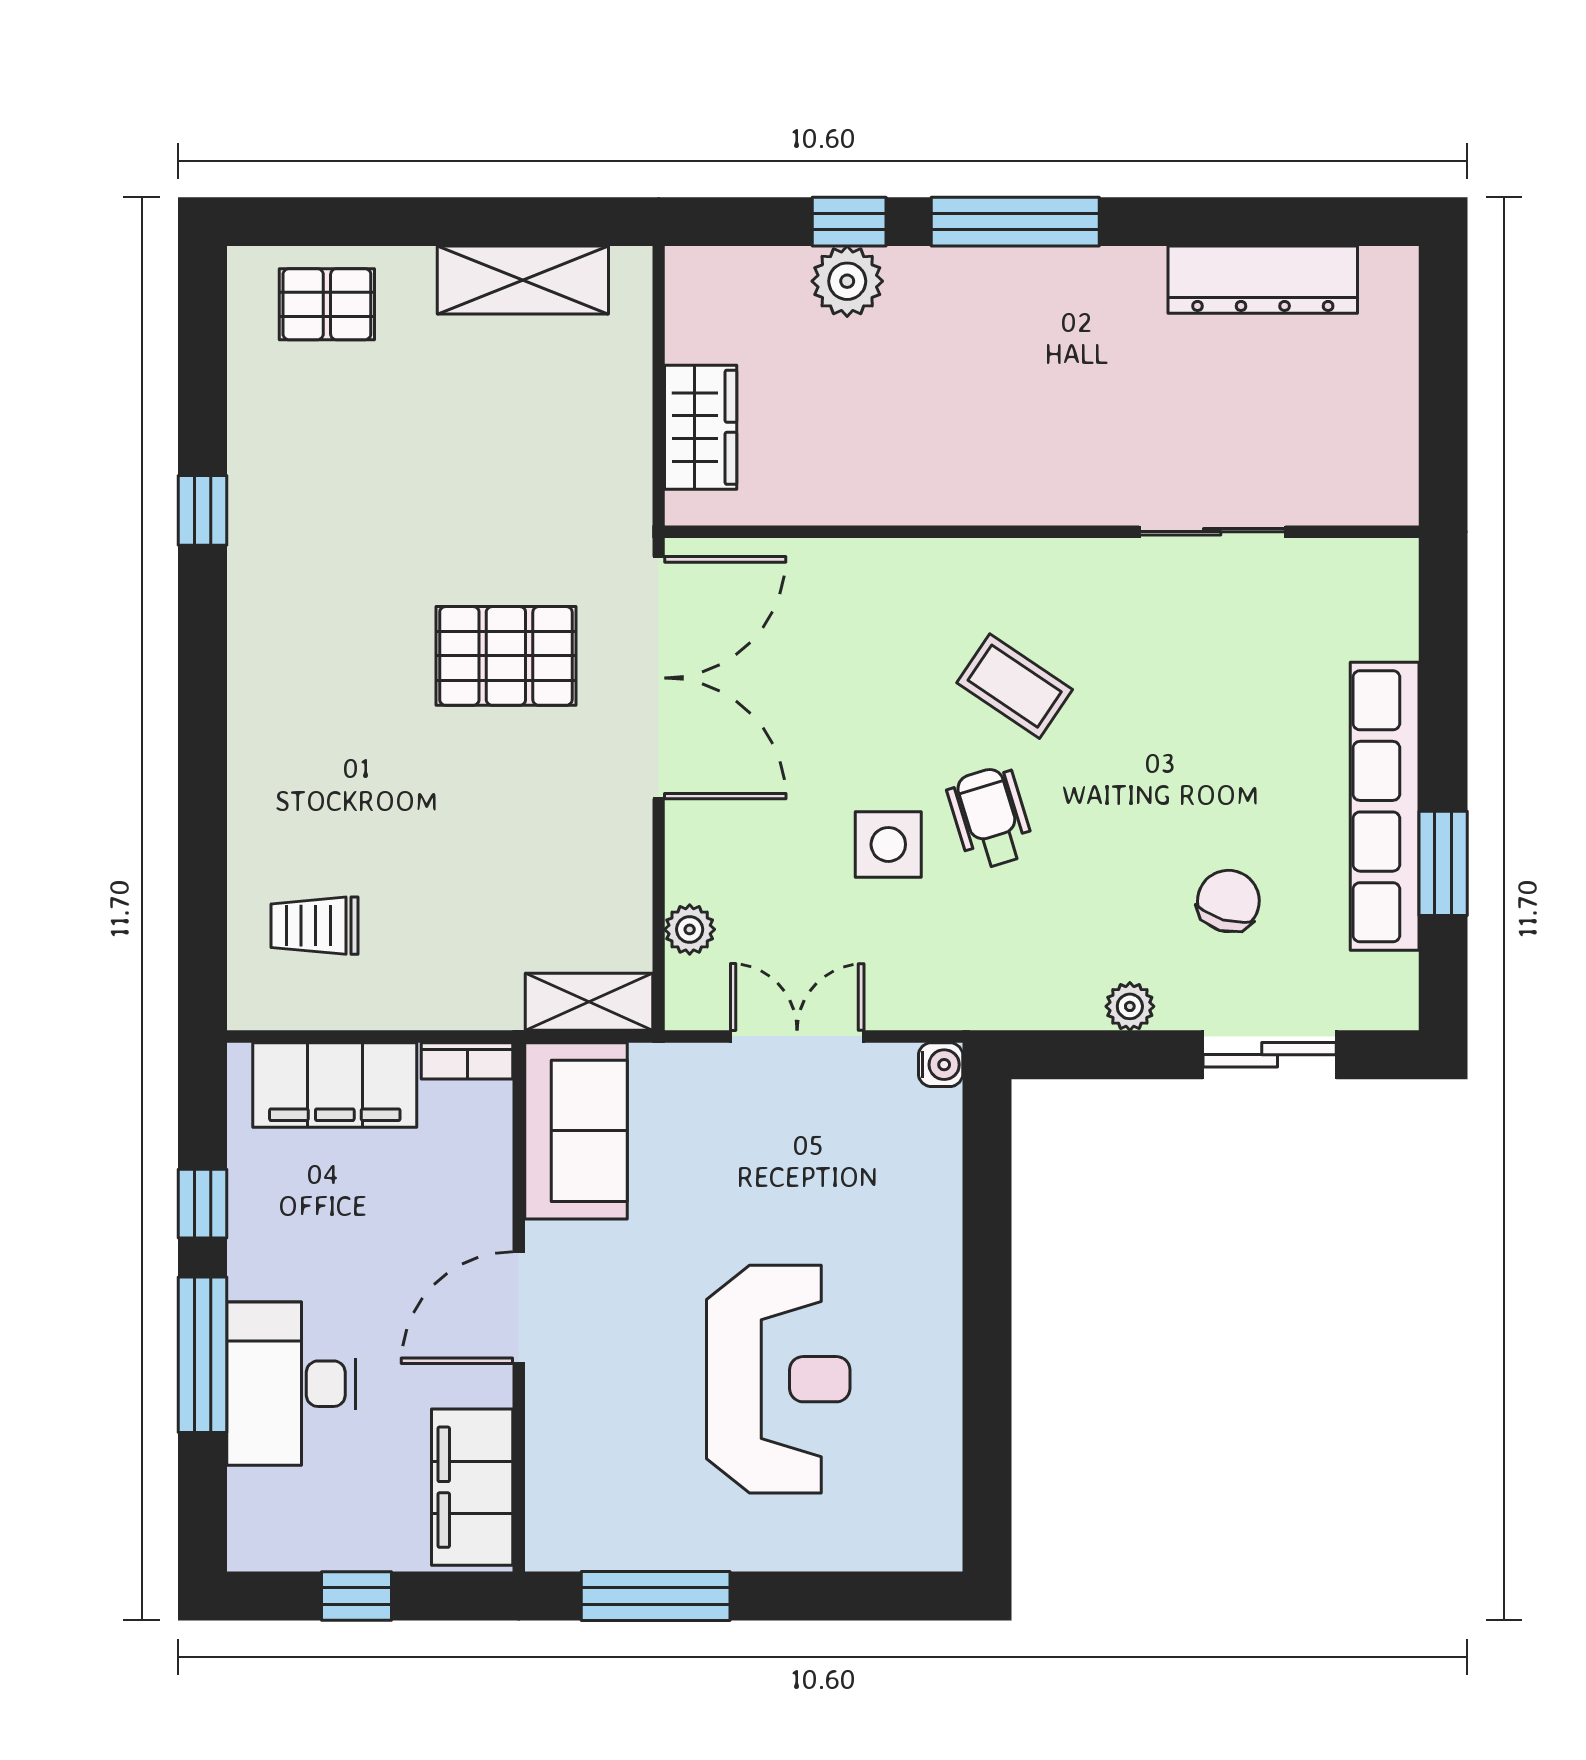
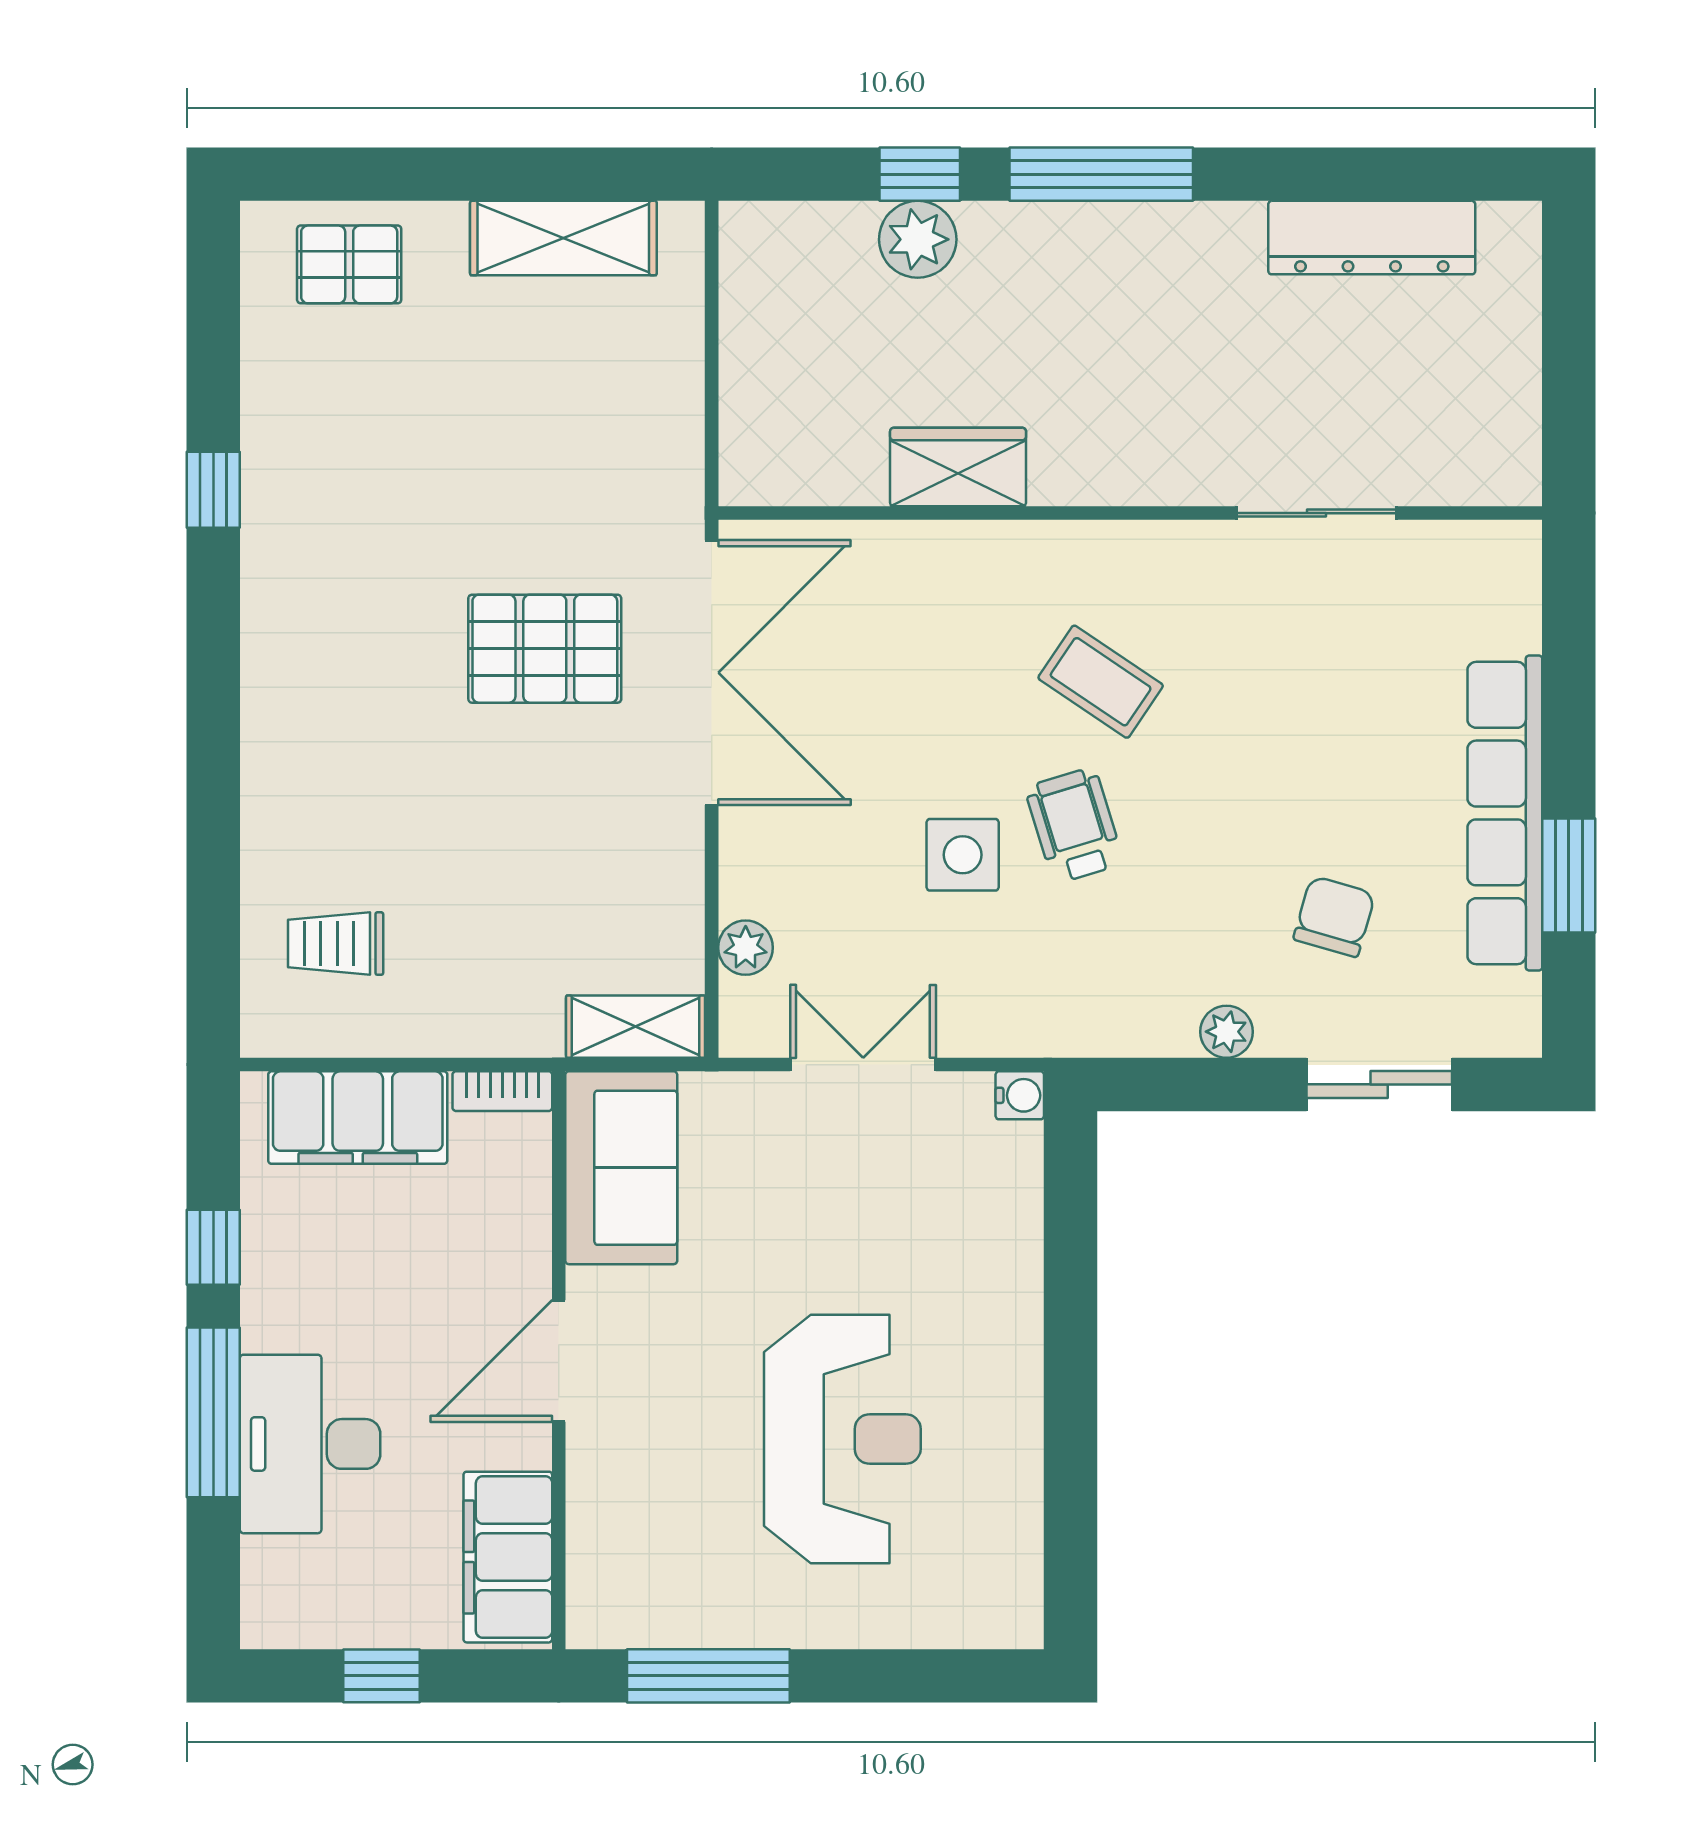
wardrobe: (701, 427) -> (958, 467), moved, turned -90

